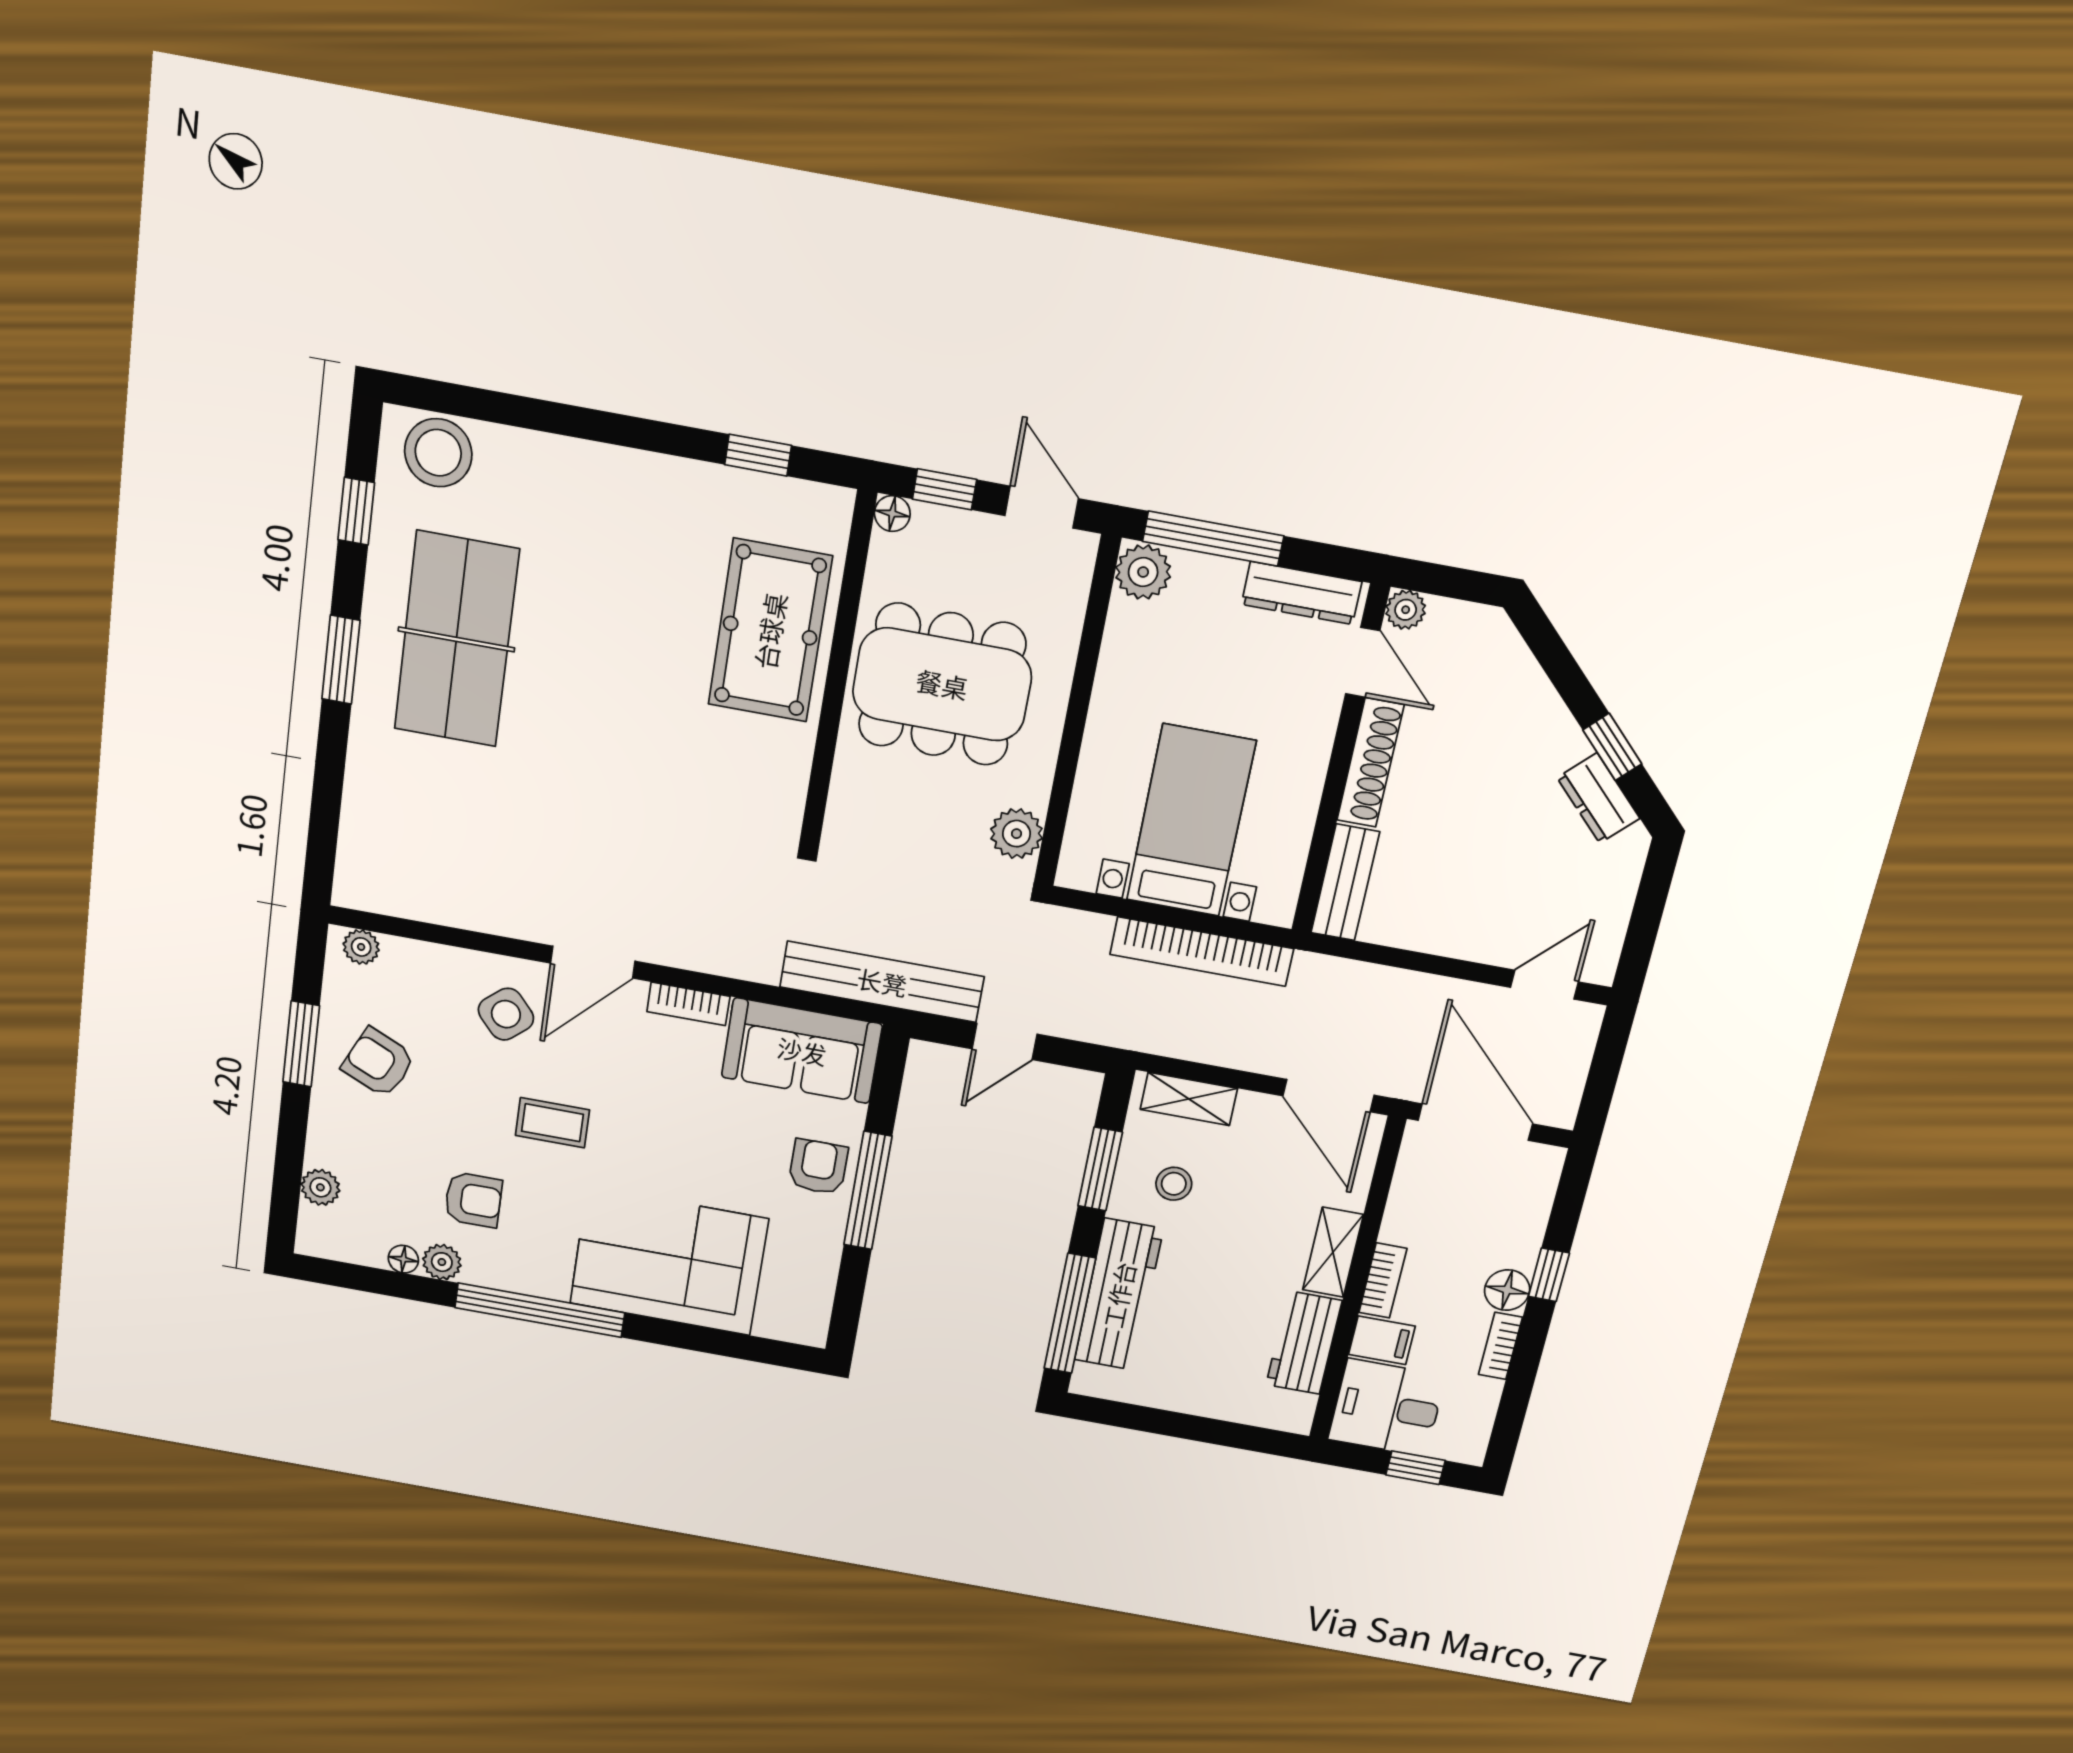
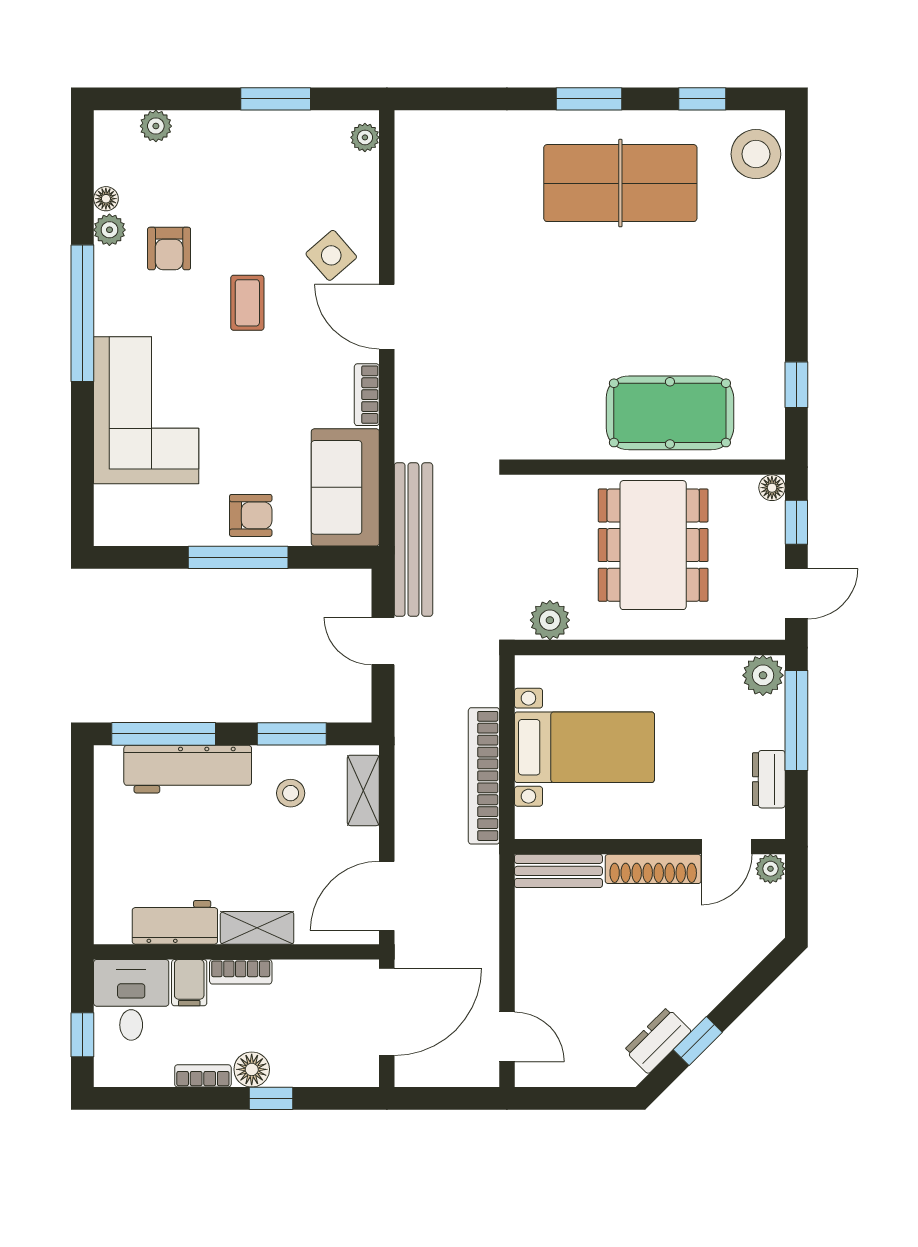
dresser: (1302, 593) -> (769, 779), width x0.70
armchair: (378, 1063) -> (272, 161), removed

